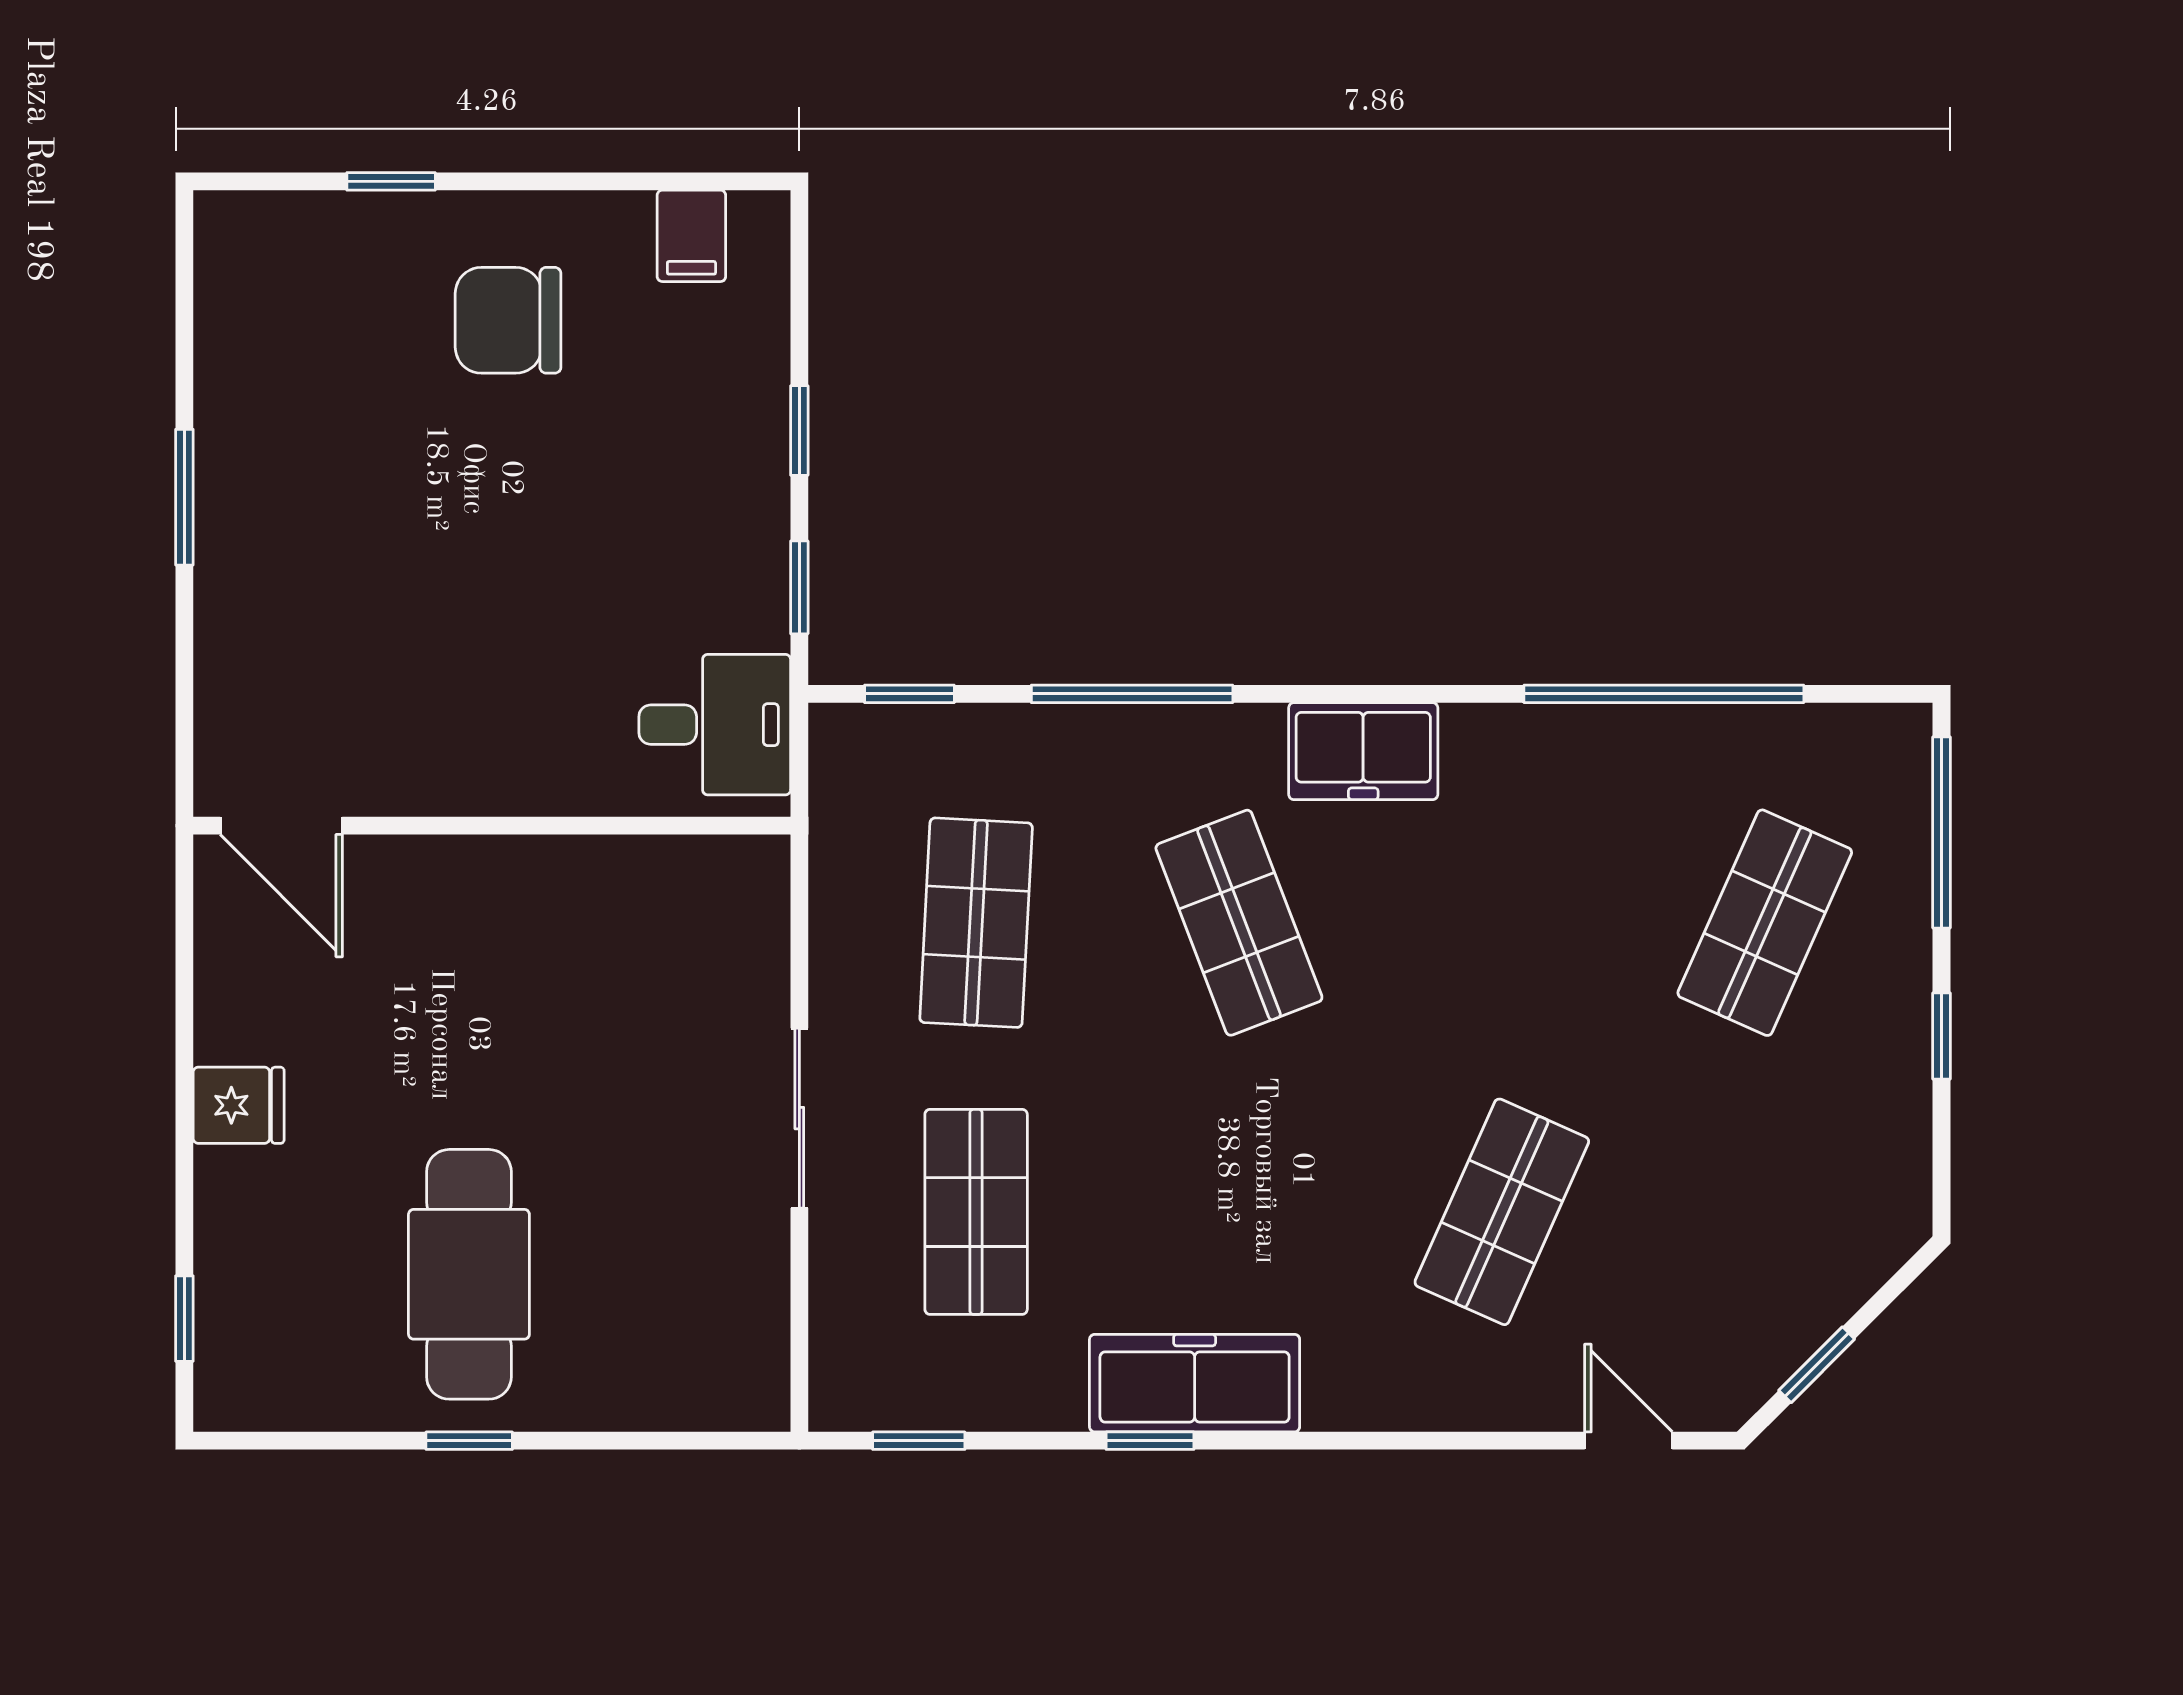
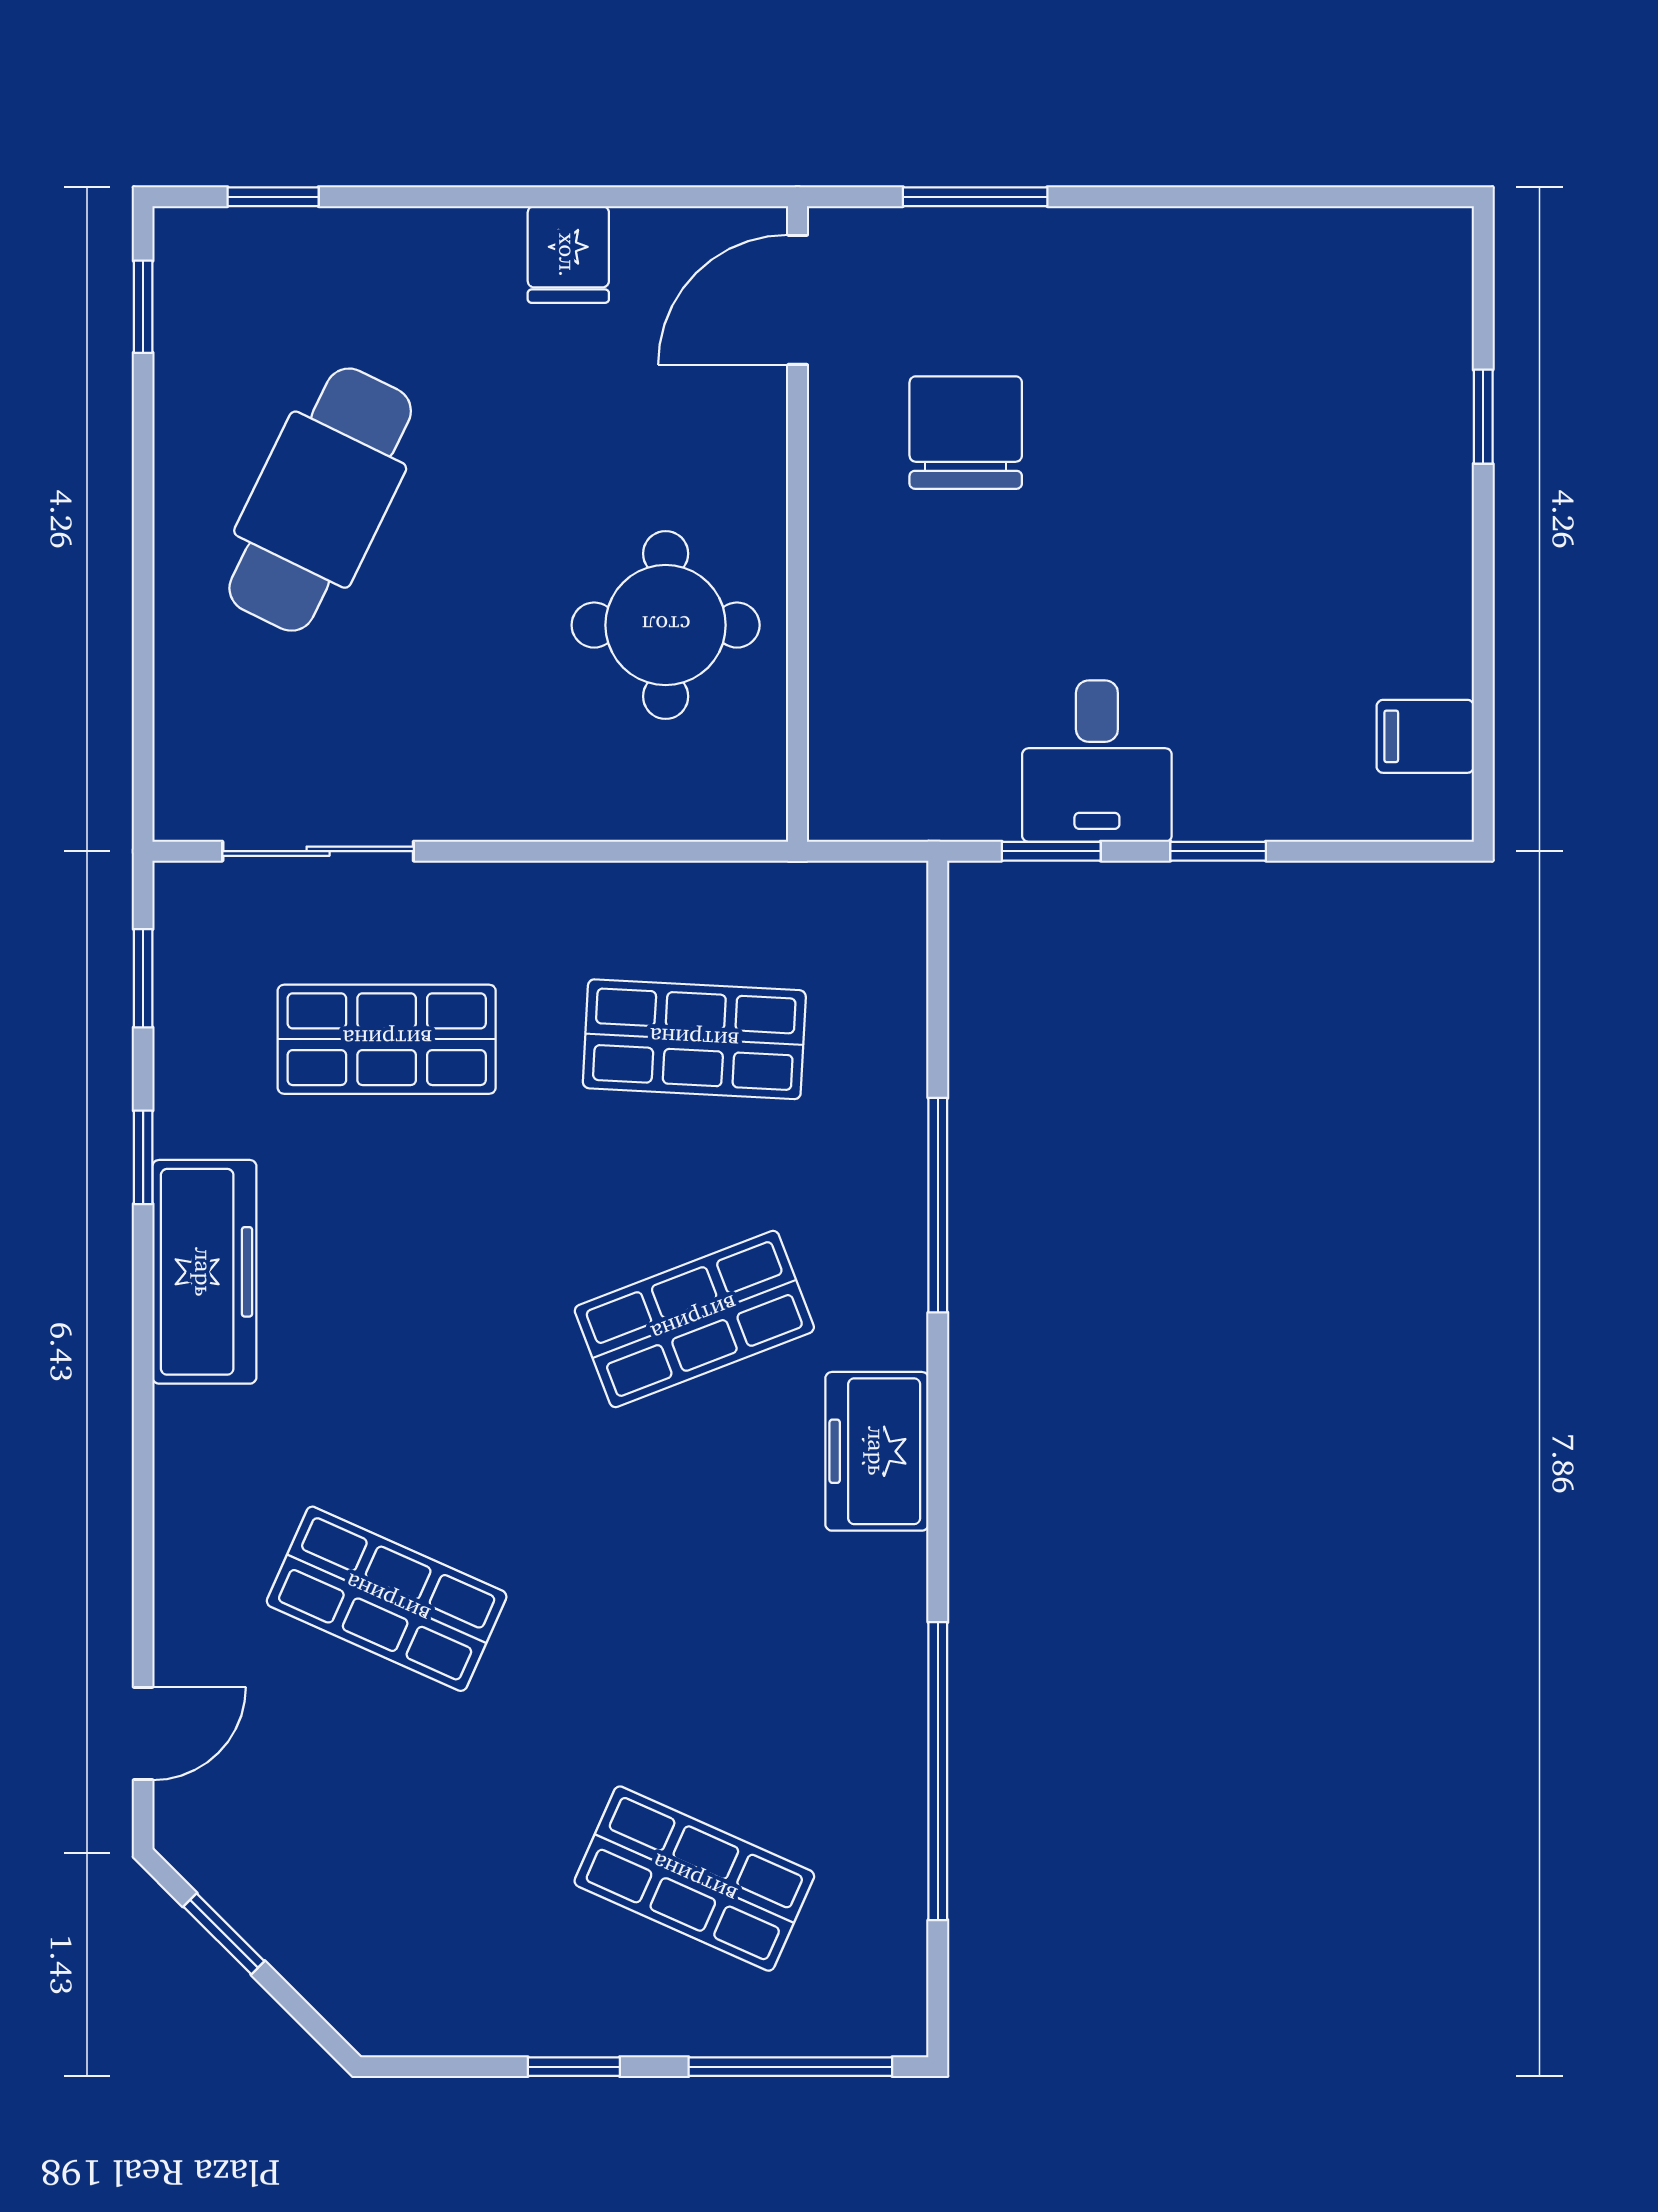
chair: (508, 320) -> (966, 433), moved
window: (184, 497) -> (975, 197), moved
window: (909, 694) -> (938, 968), removed
desk: (715, 725) -> (1097, 761), moved
round table: (587, 950) -> (666, 625), added
fridge: (239, 1105) -> (568, 255), moved
sliding door: (799, 1118) -> (318, 851), moved
cafe table: (469, 1274) -> (320, 500), turned -64
window: (469, 1441) -> (143, 307), moved
window: (1150, 1441) -> (143, 1157), moved

